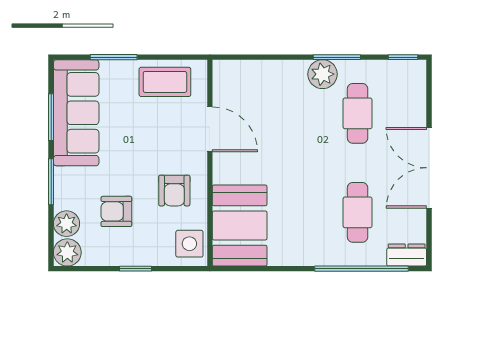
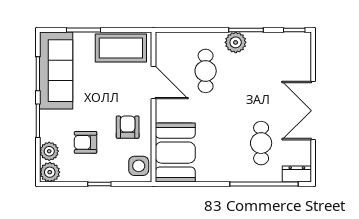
coffee table: (165, 82) -> (121, 48), width x1.36, depth x1.32
cafe table: (358, 113) -> (206, 71), moved
armchair: (174, 191) -> (128, 127), turned 180

